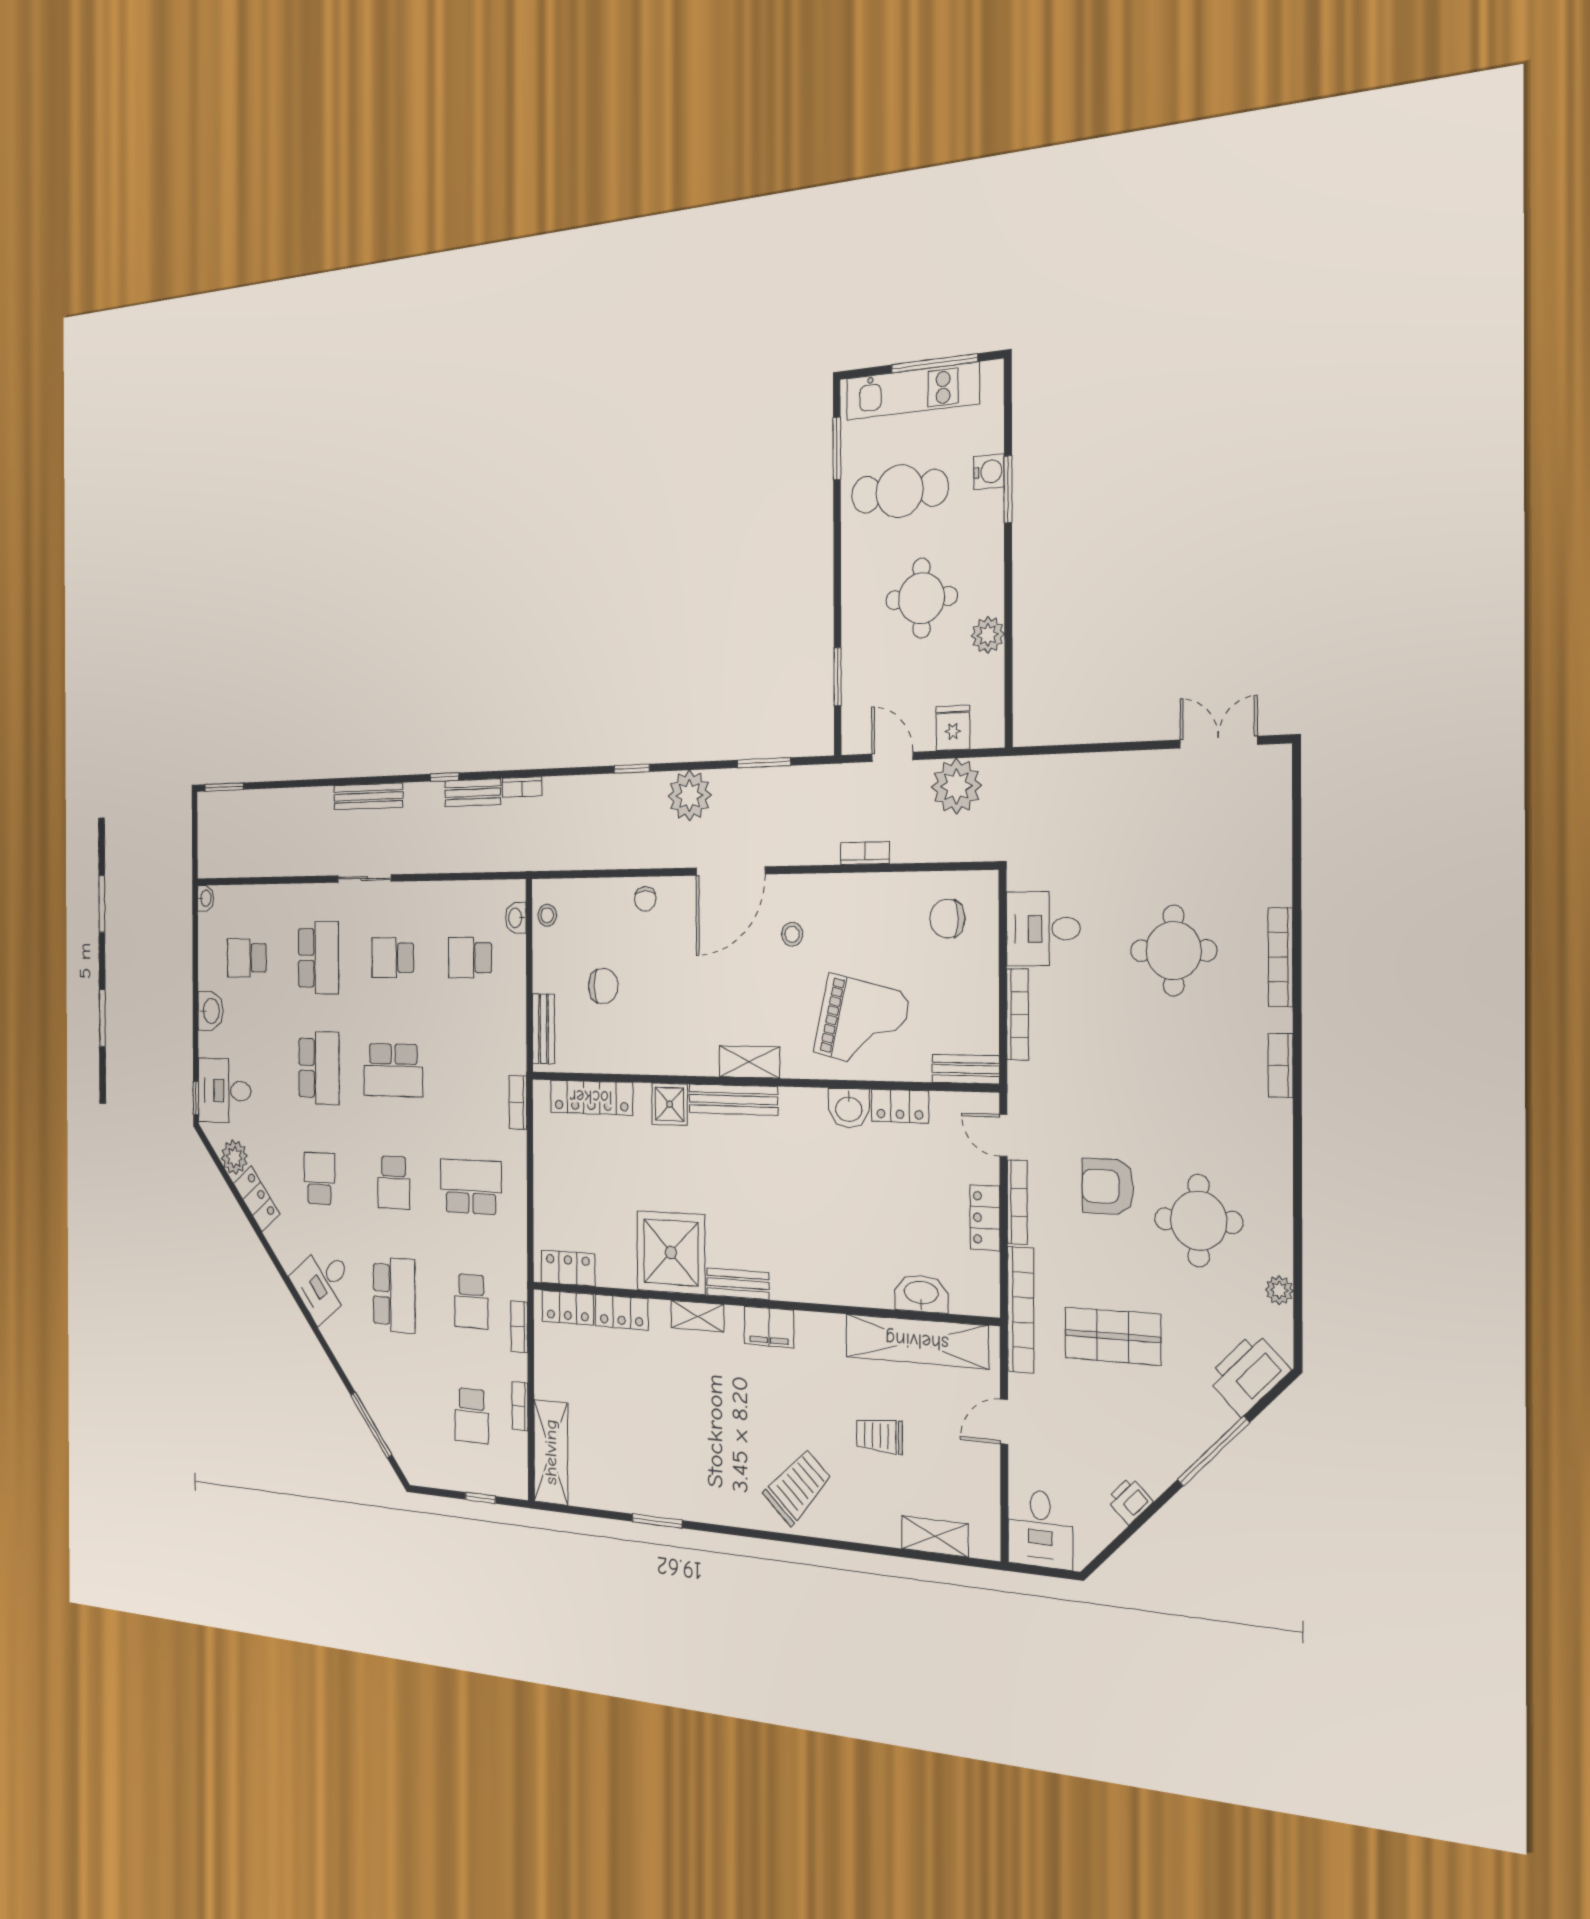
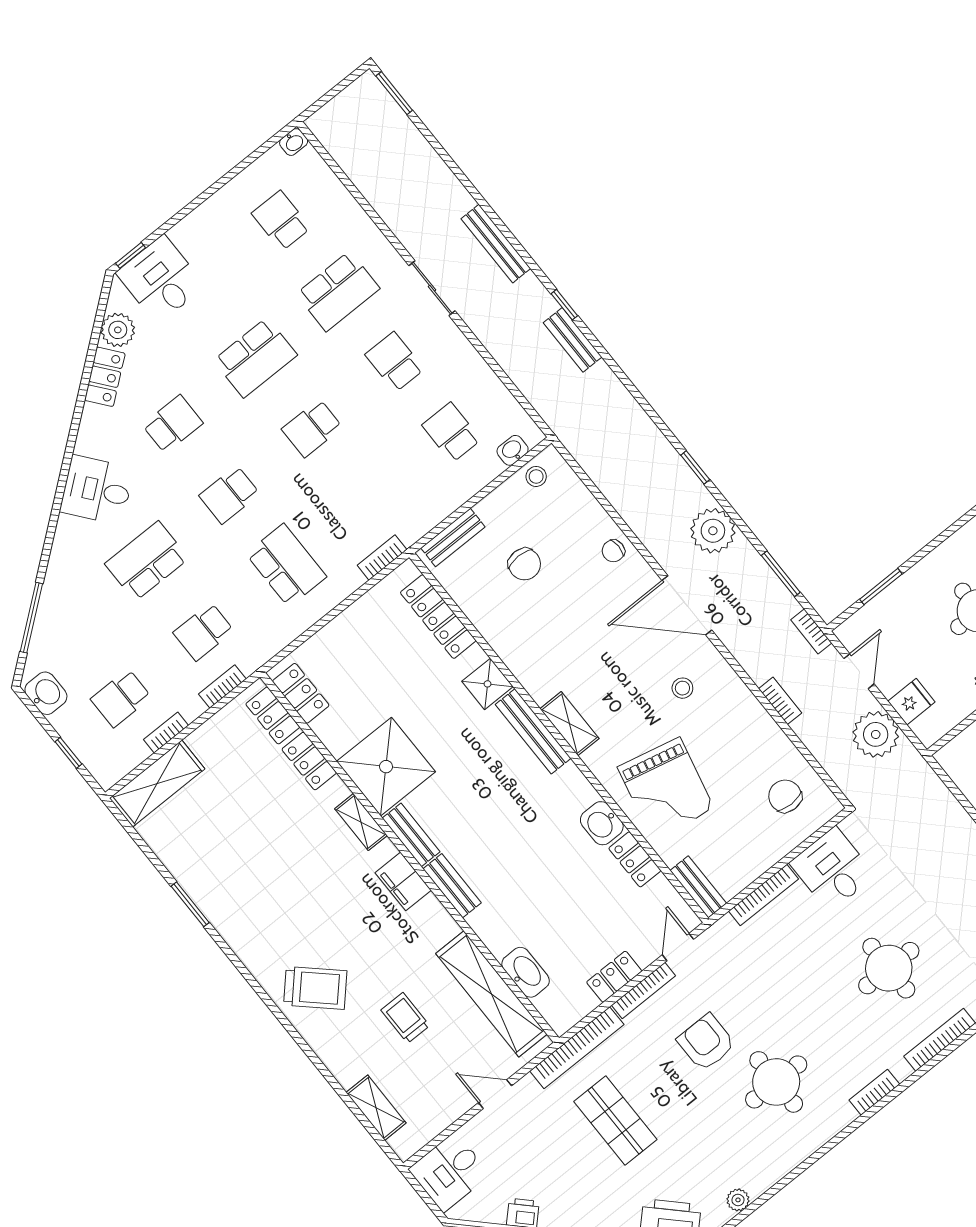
bookcase: (522, 787) -> (811, 631), moved
washbasin: (211, 1011) -> (46, 693), moved, turned -90
school desk: (393, 1070) -> (312, 428), width x0.54
round table: (1199, 1221) -> (776, 1082), moved
bench: (803, 1288) -> (452, 886), added
school desk: (394, 1295) -> (147, 561), turned 180

